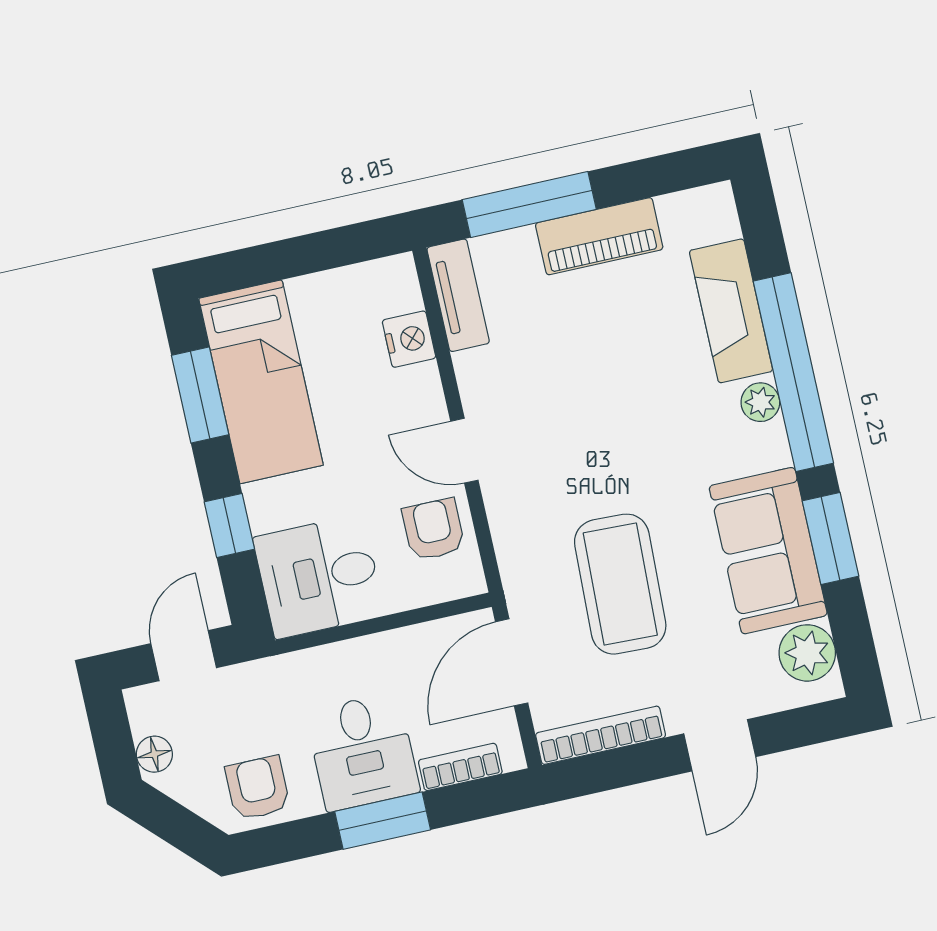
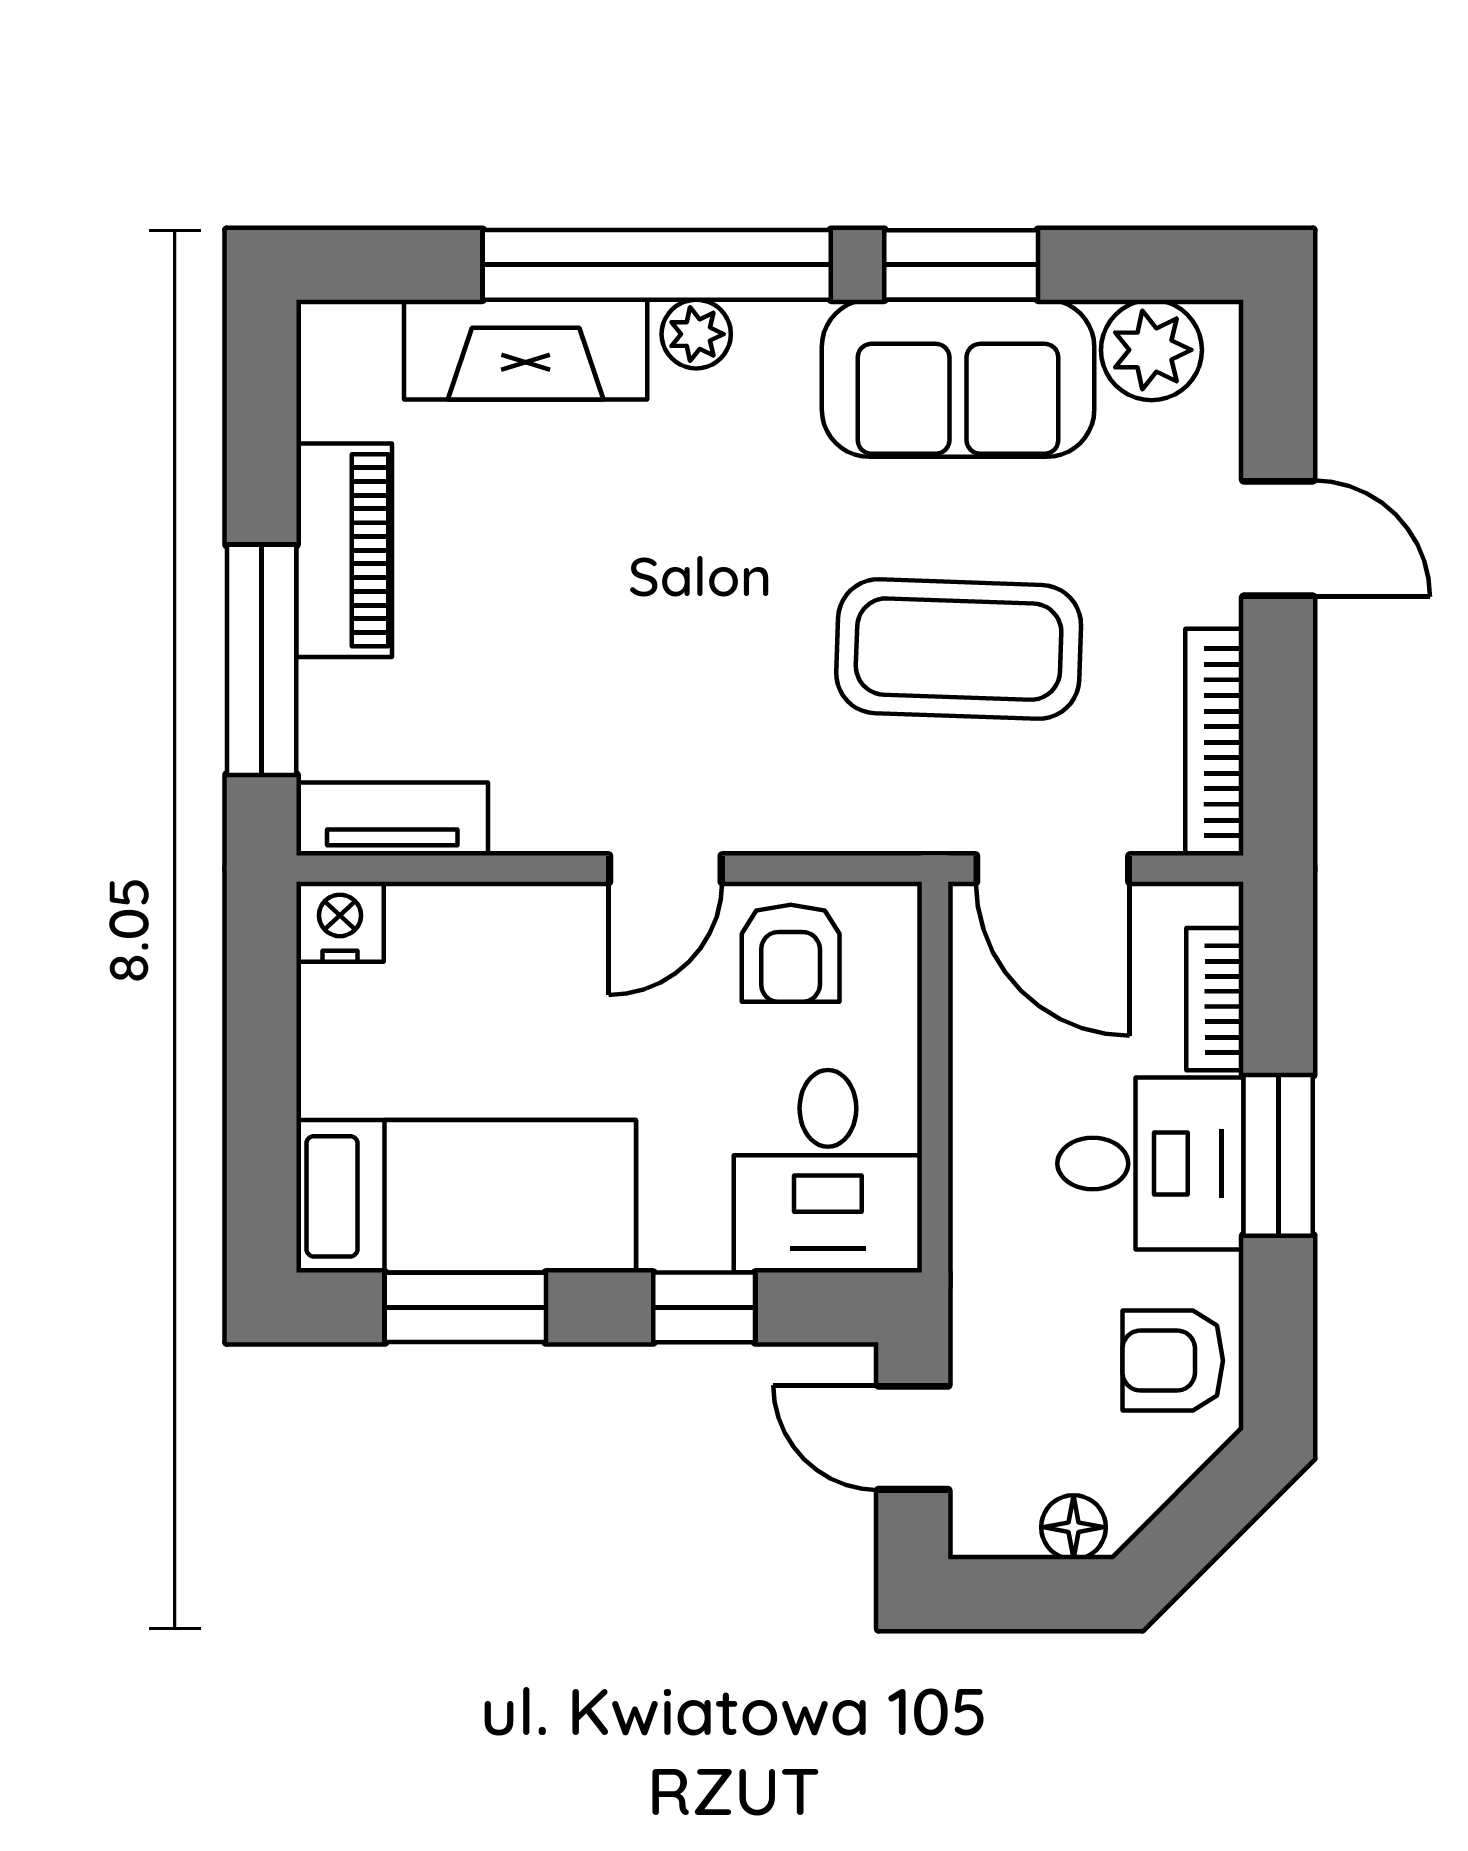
nightstand: (409, 339) -> (340, 922), moved
armchair: (433, 529) -> (791, 953), turned -90

